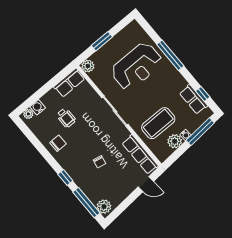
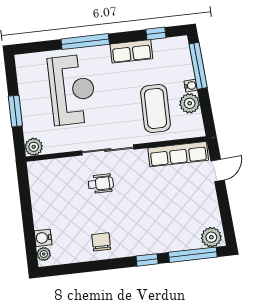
row of seats: (69, 83) -> (39, 182), removed
row of seats: (193, 99) -> (131, 51), moved
wheelchair: (66, 118) -> (101, 184), moved
chair: (99, 162) -> (155, 208), removed

